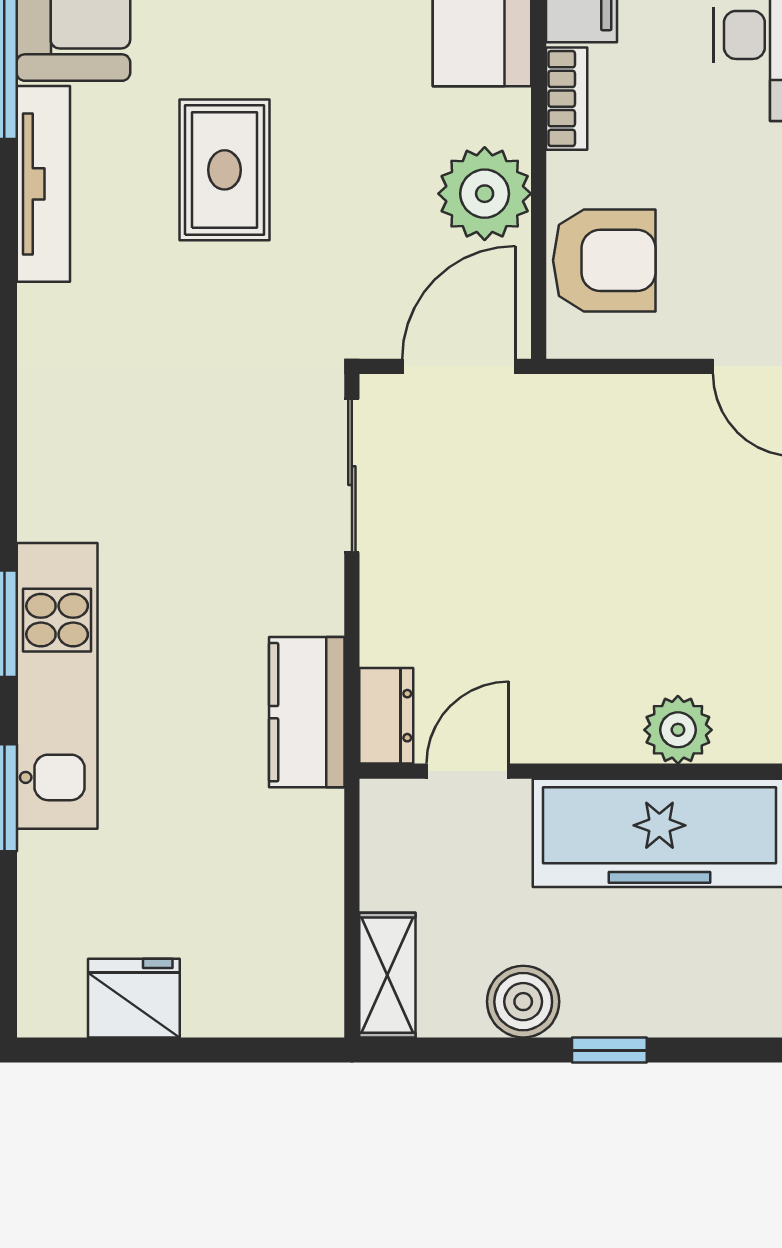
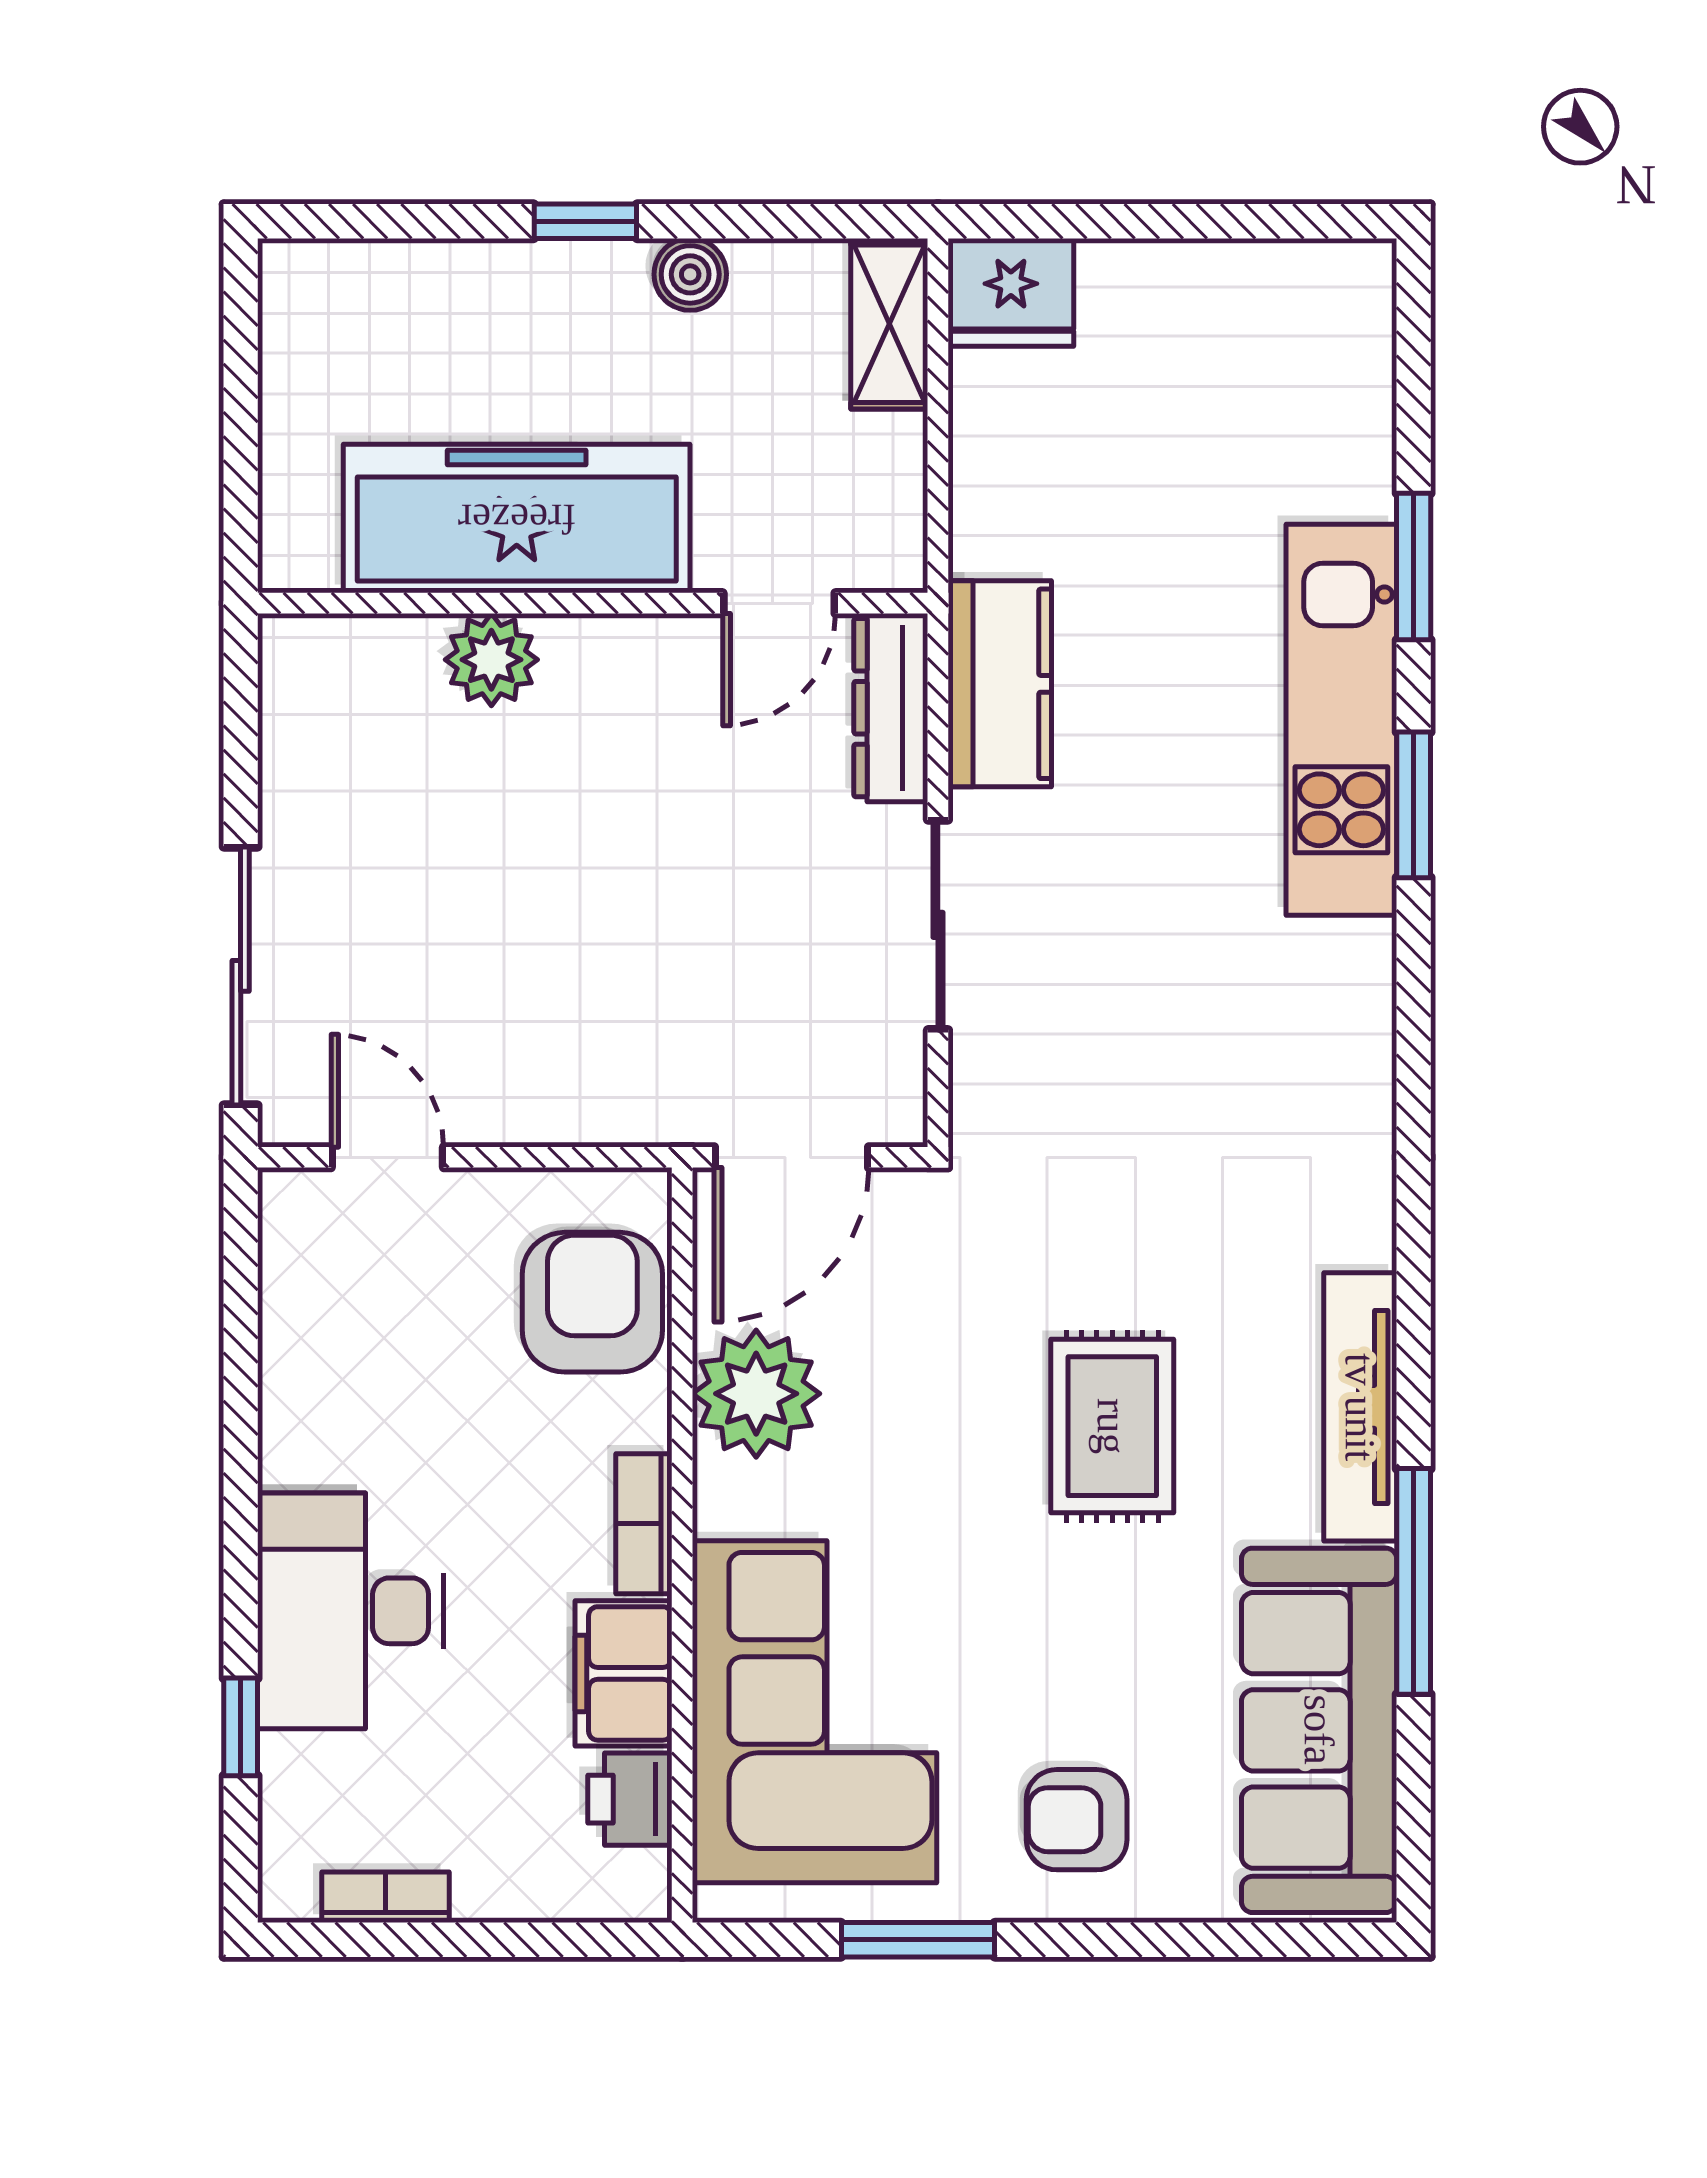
armchair: (604, 260) -> (592, 1302), turned 90
sliding door: (352, 476) -> (938, 925), moved
dresser: (386, 716) -> (891, 708), width x1.44
fridge: (134, 998) -> (1011, 292), moved
boiler: (523, 1002) -> (690, 274), width x0.73, depth x0.73

